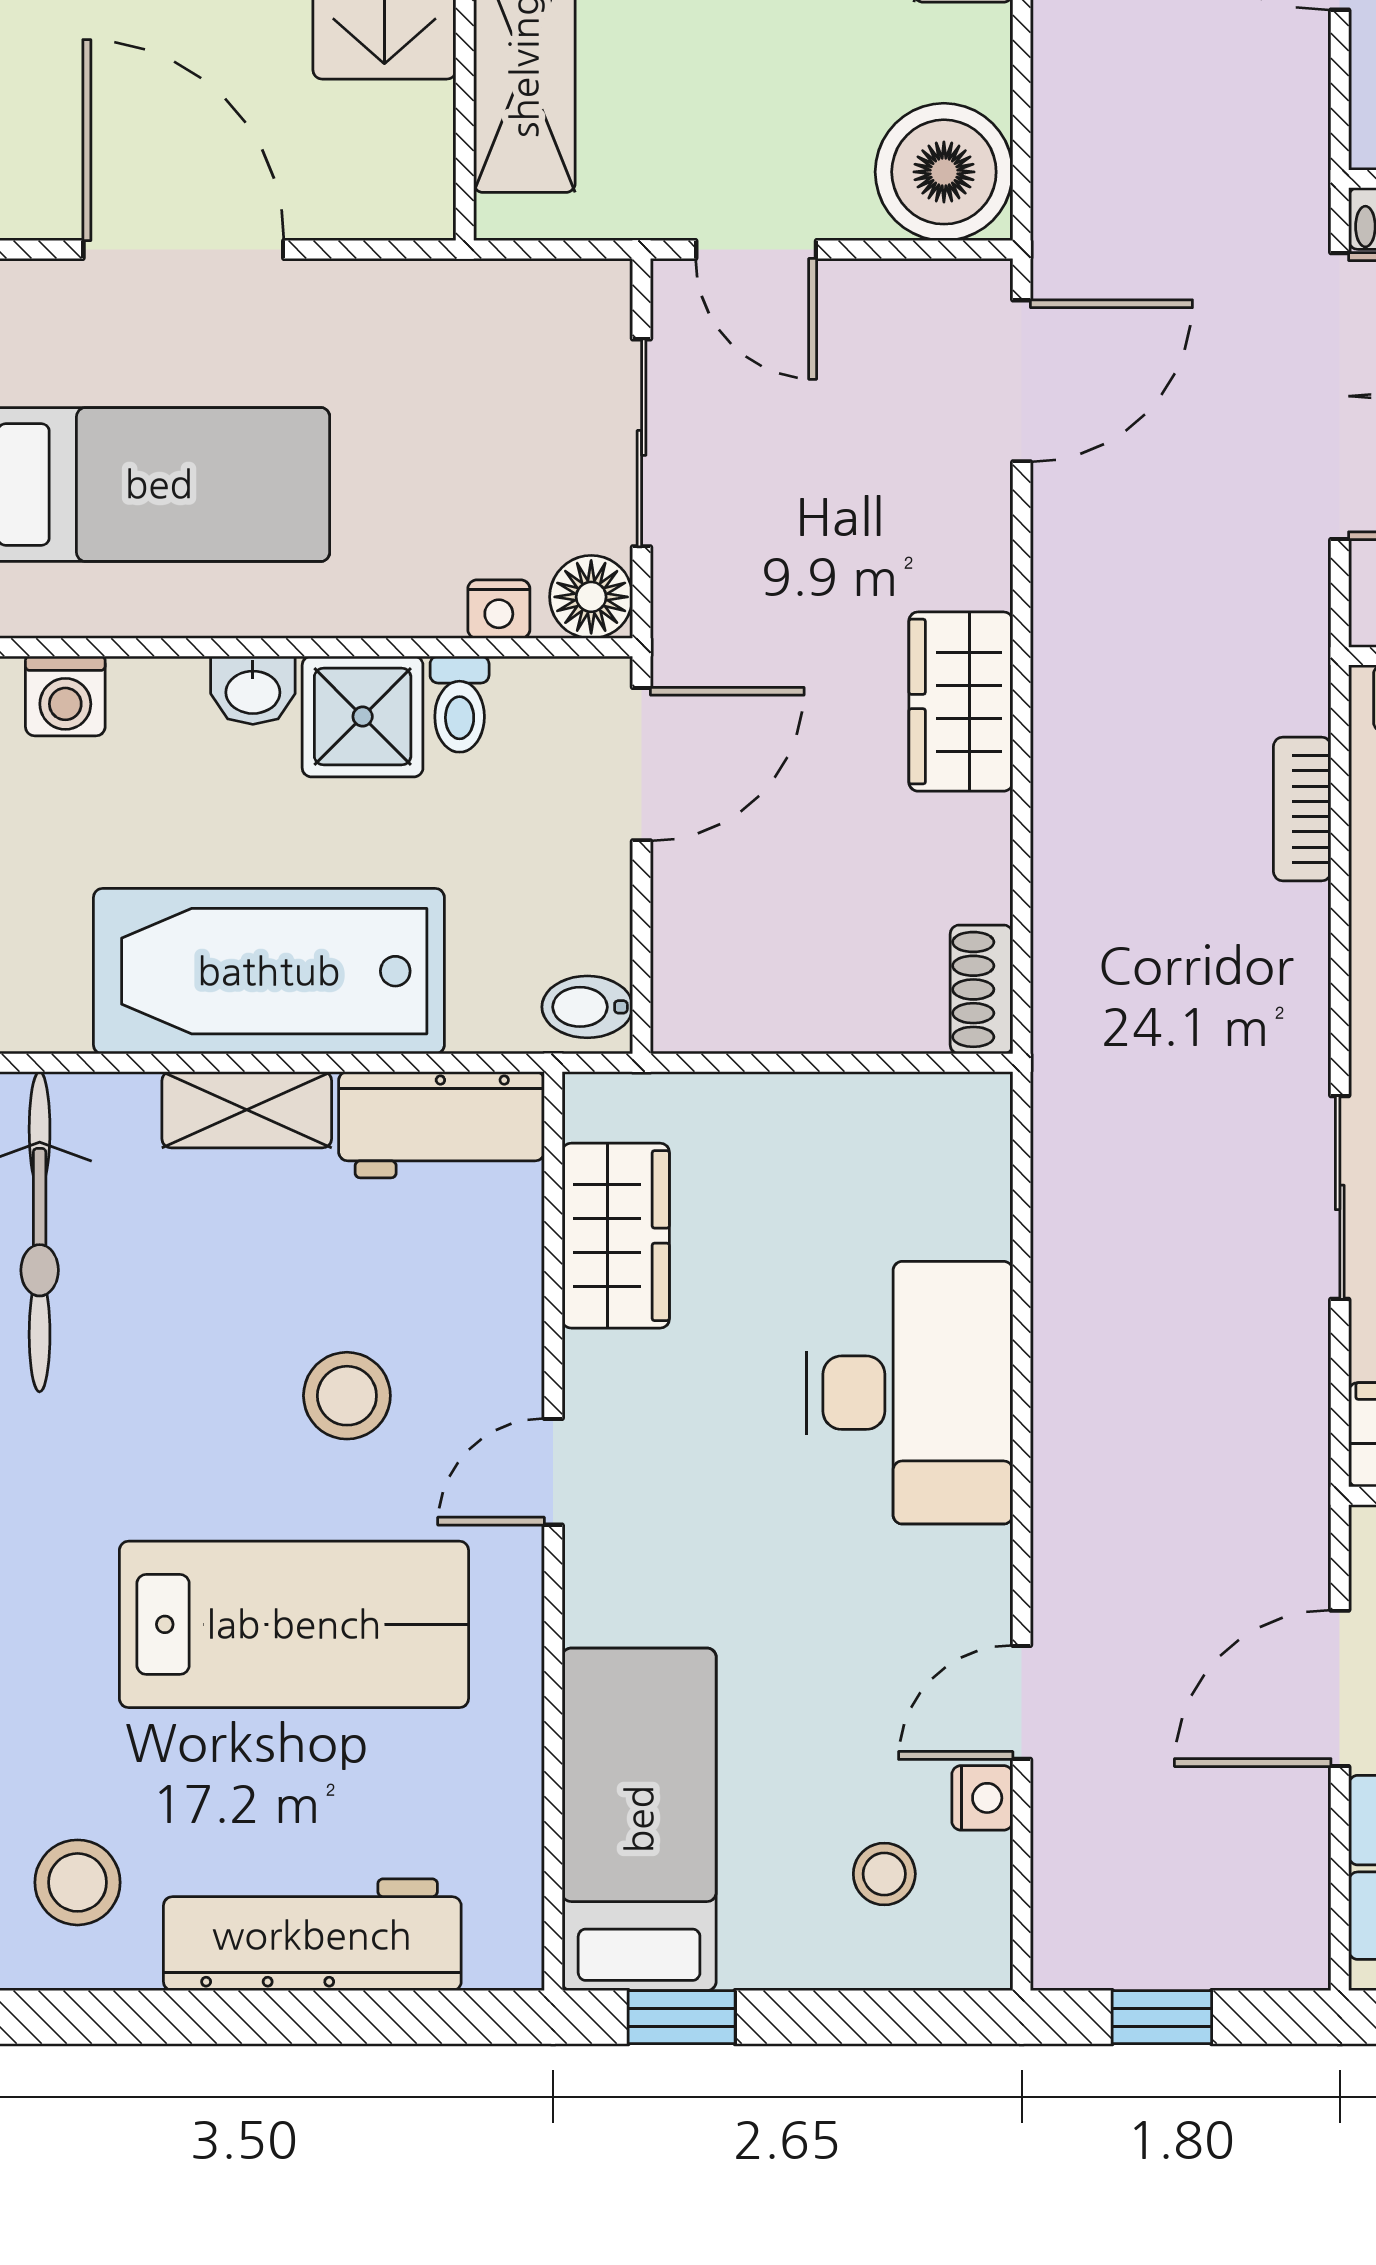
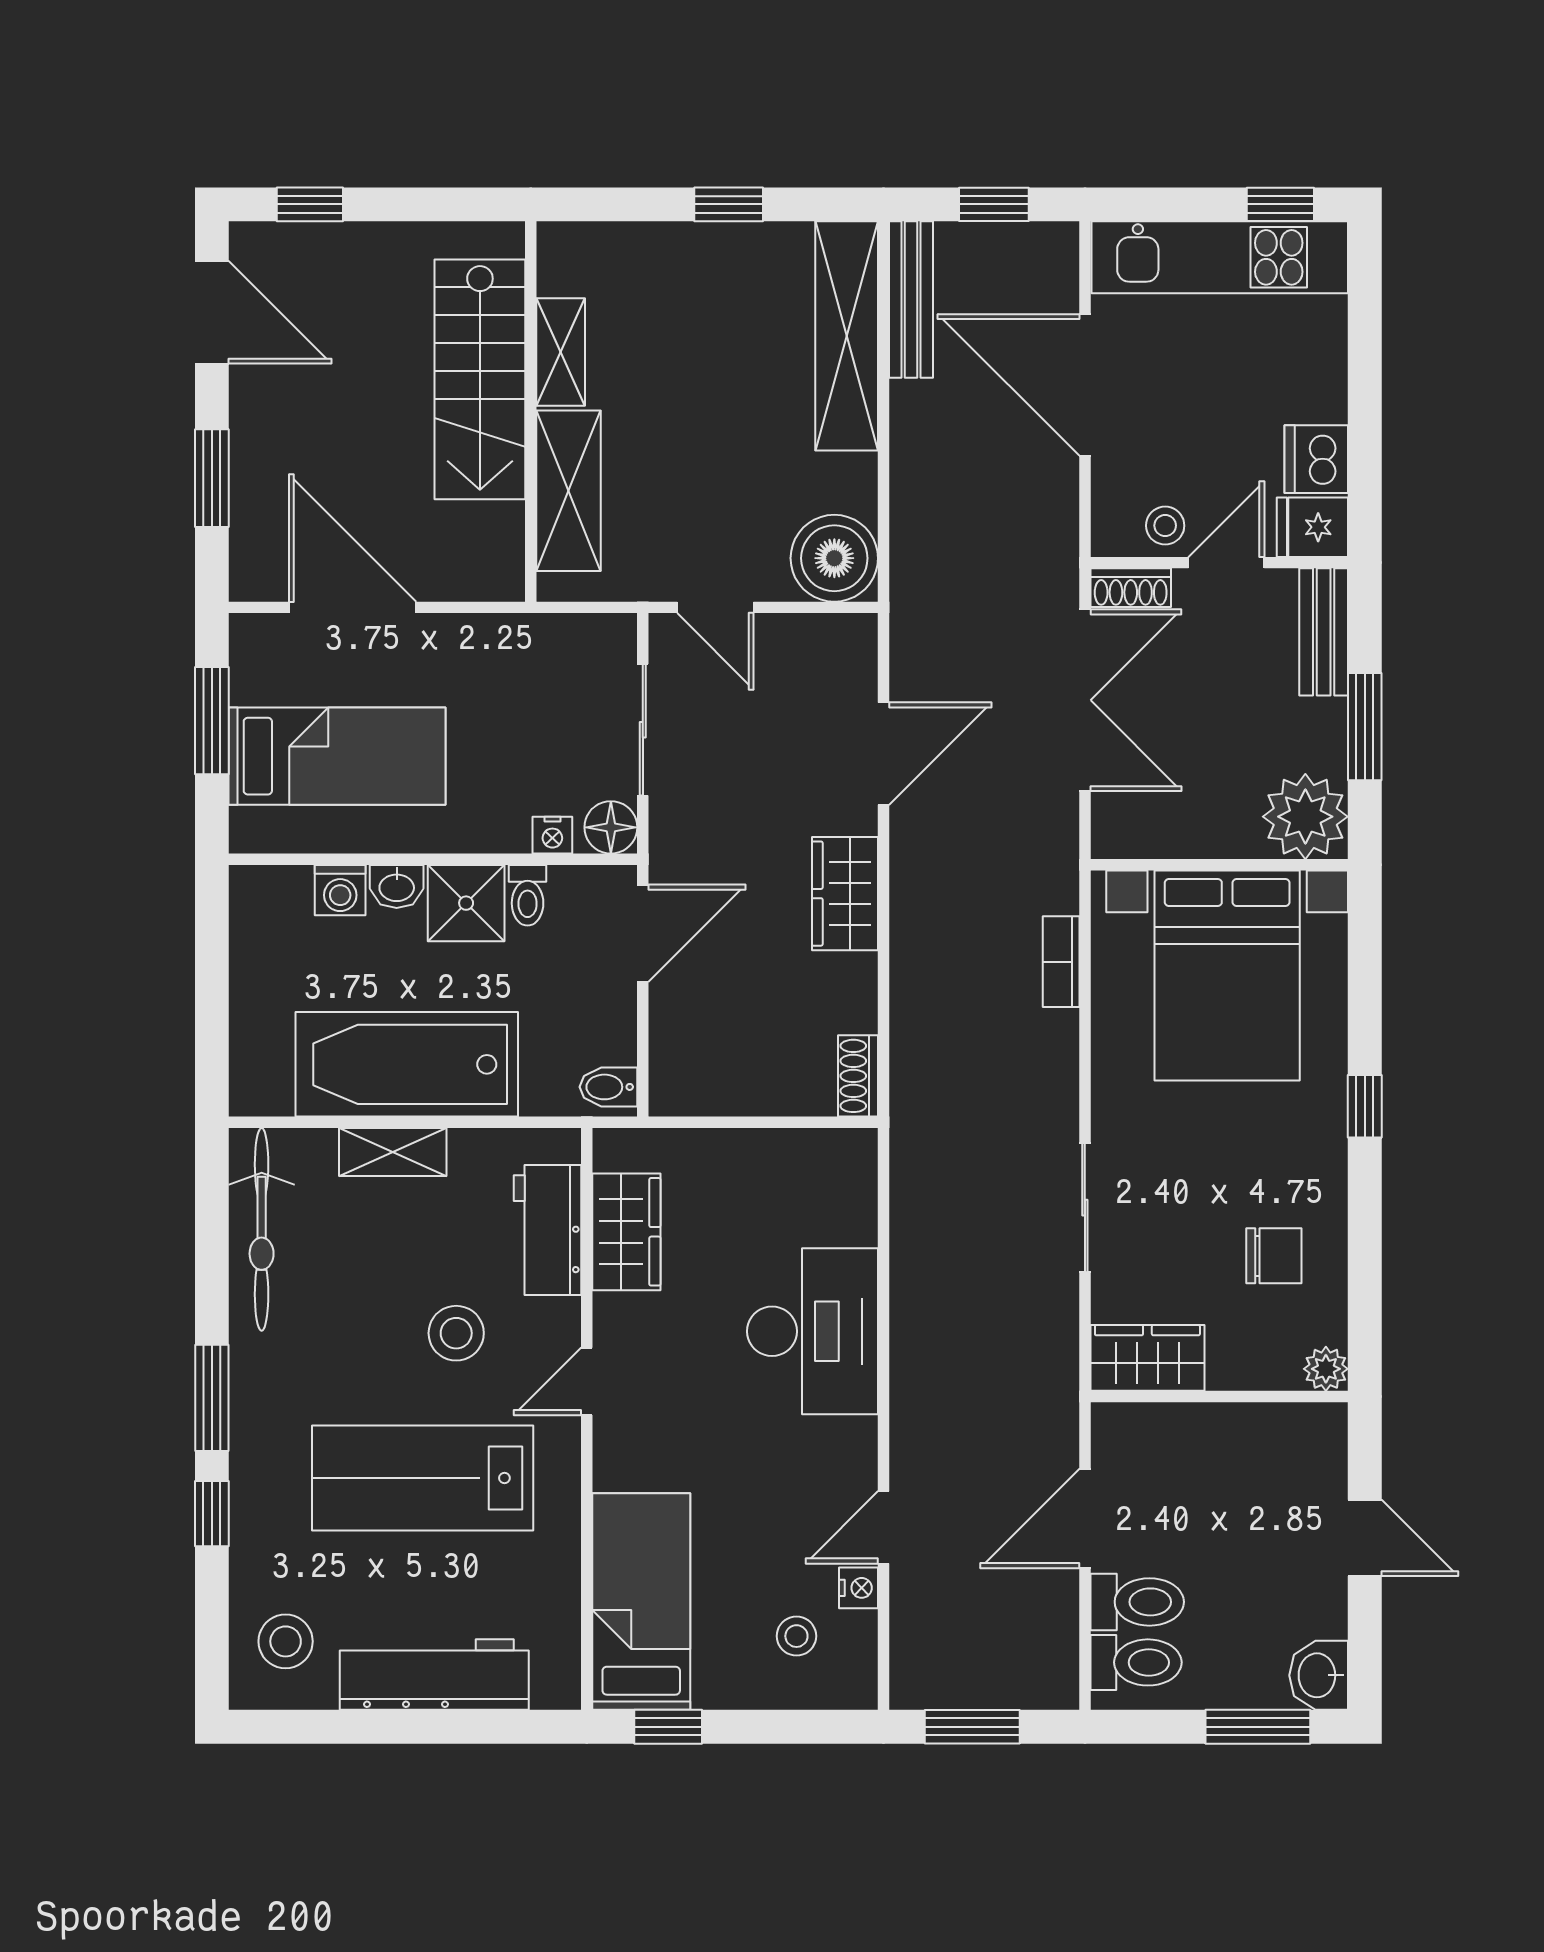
door: (1022, 381) -> (883, 754), moved
washing machine: (65, 696) -> (340, 890), moved
workbench: (441, 1125) -> (548, 1230), moved, turned 90
lab bench: (294, 1624) -> (423, 1478), turned 180
window: (1162, 2017) -> (972, 1727), width x1.50

